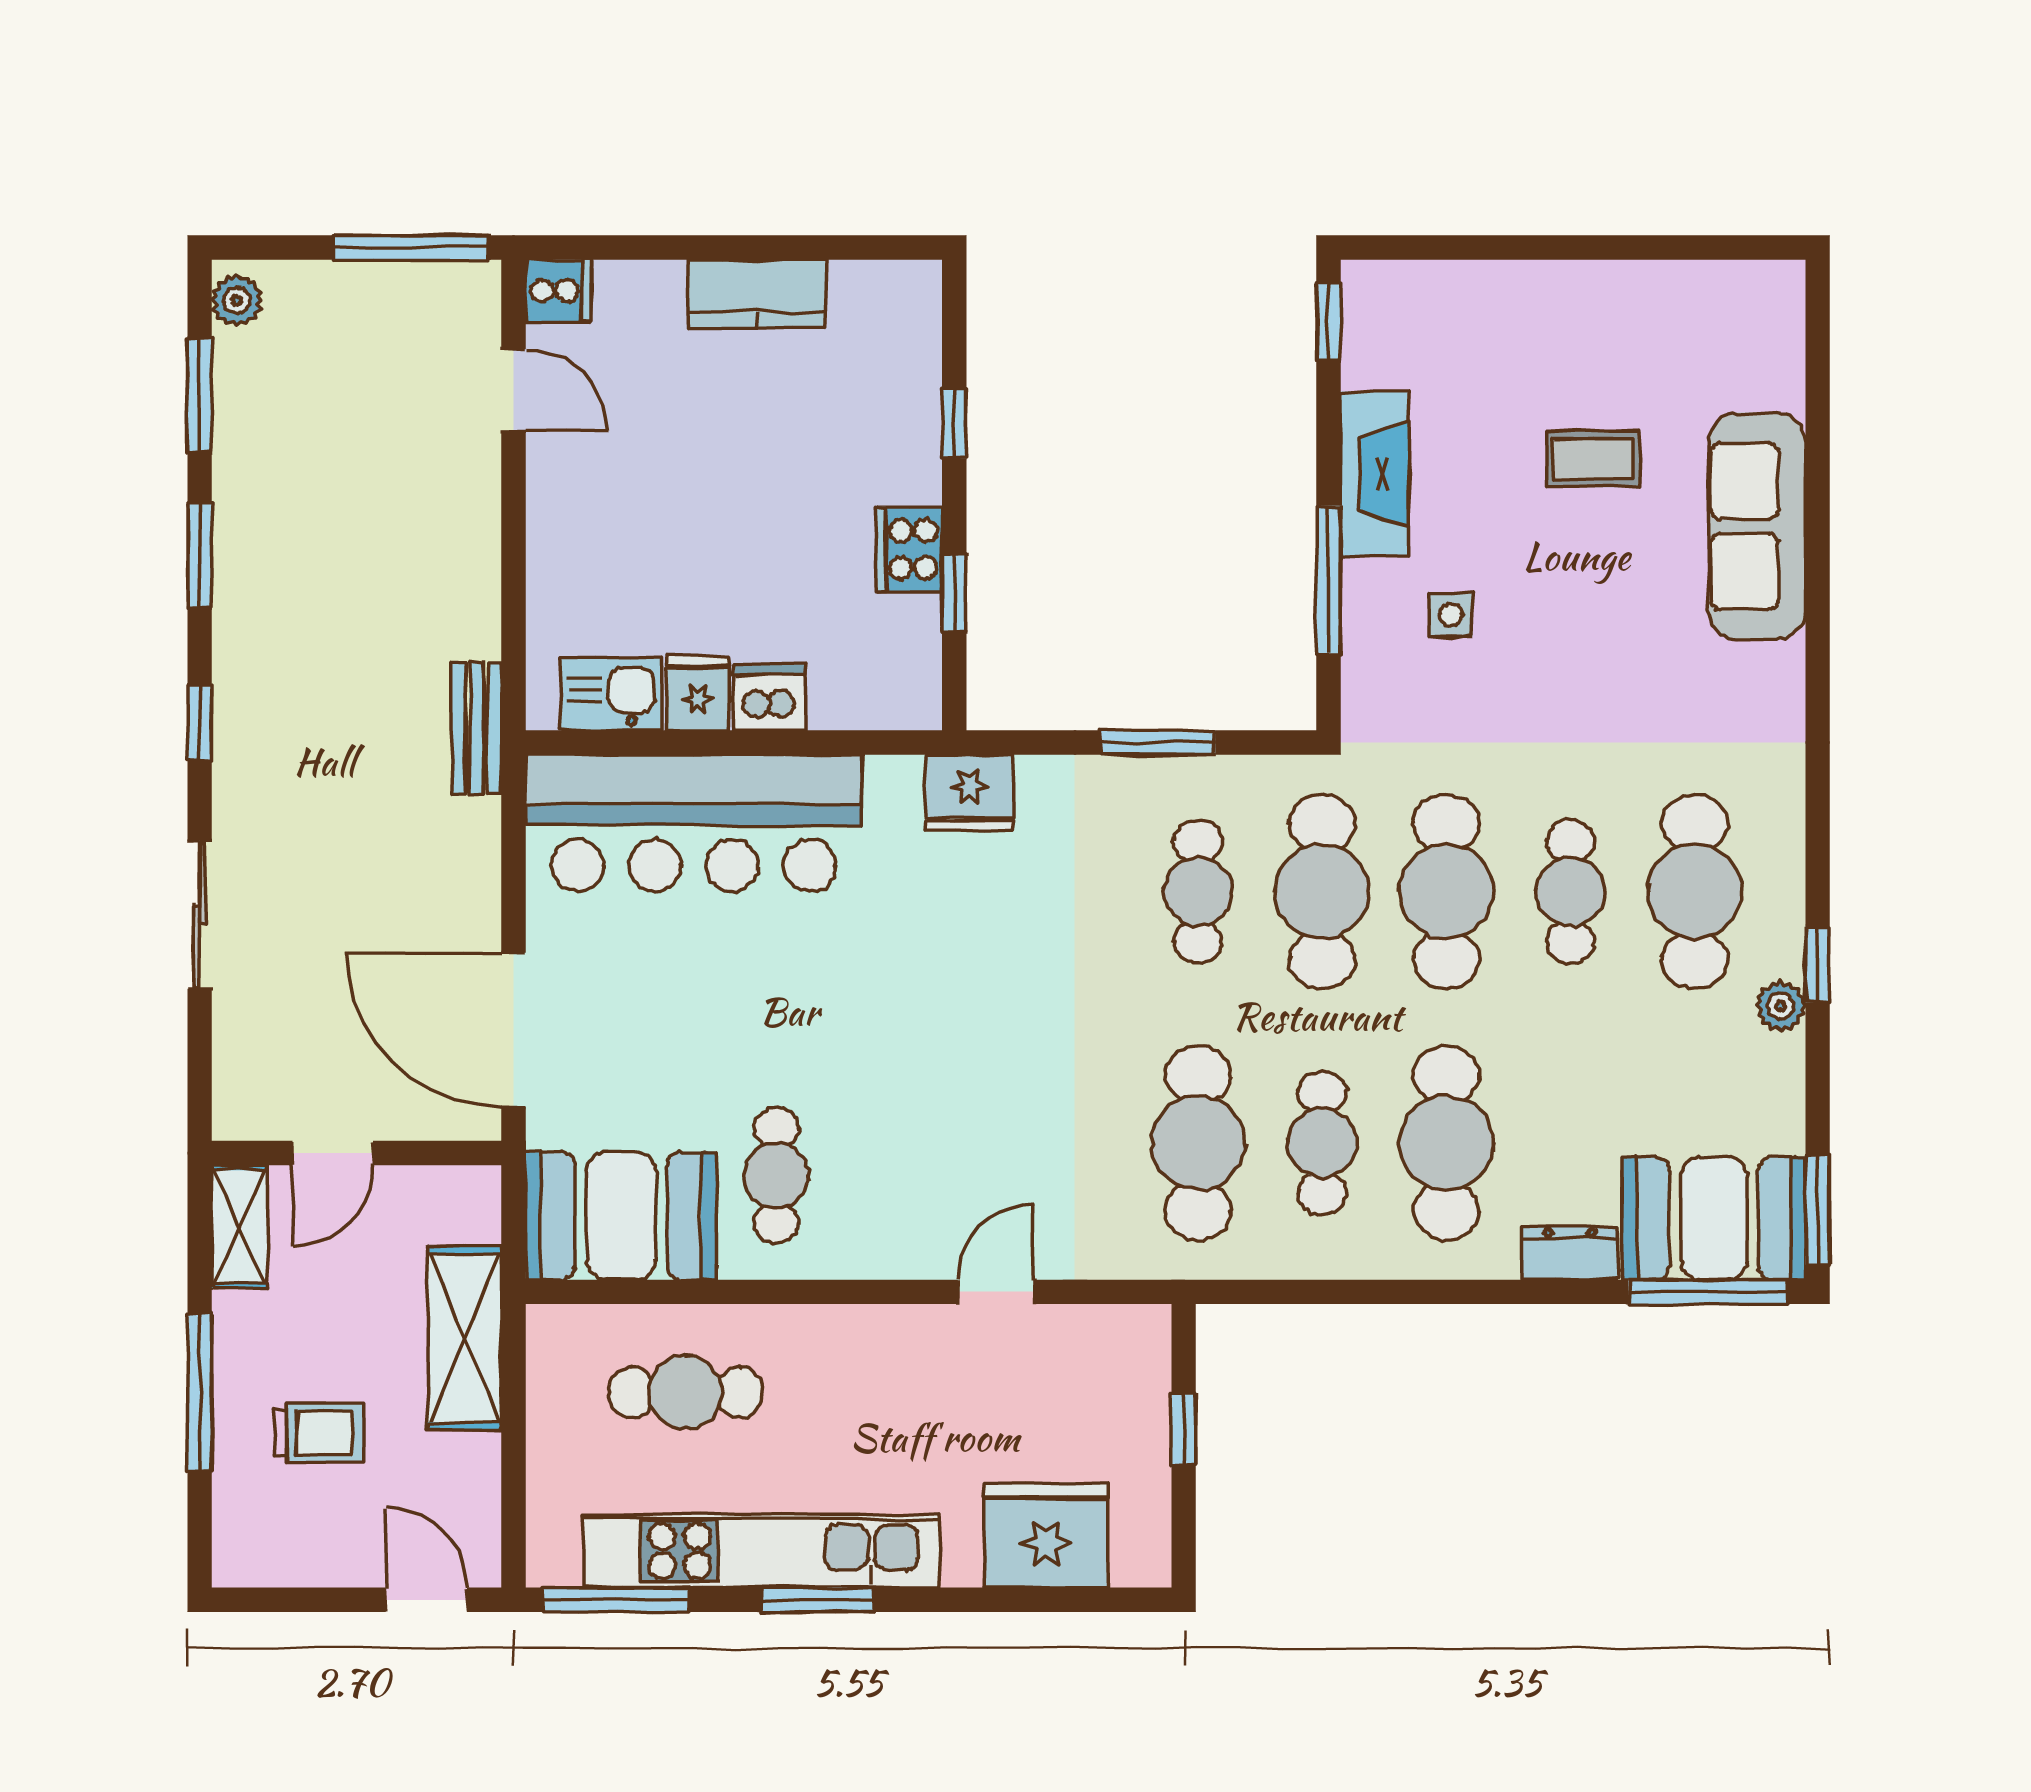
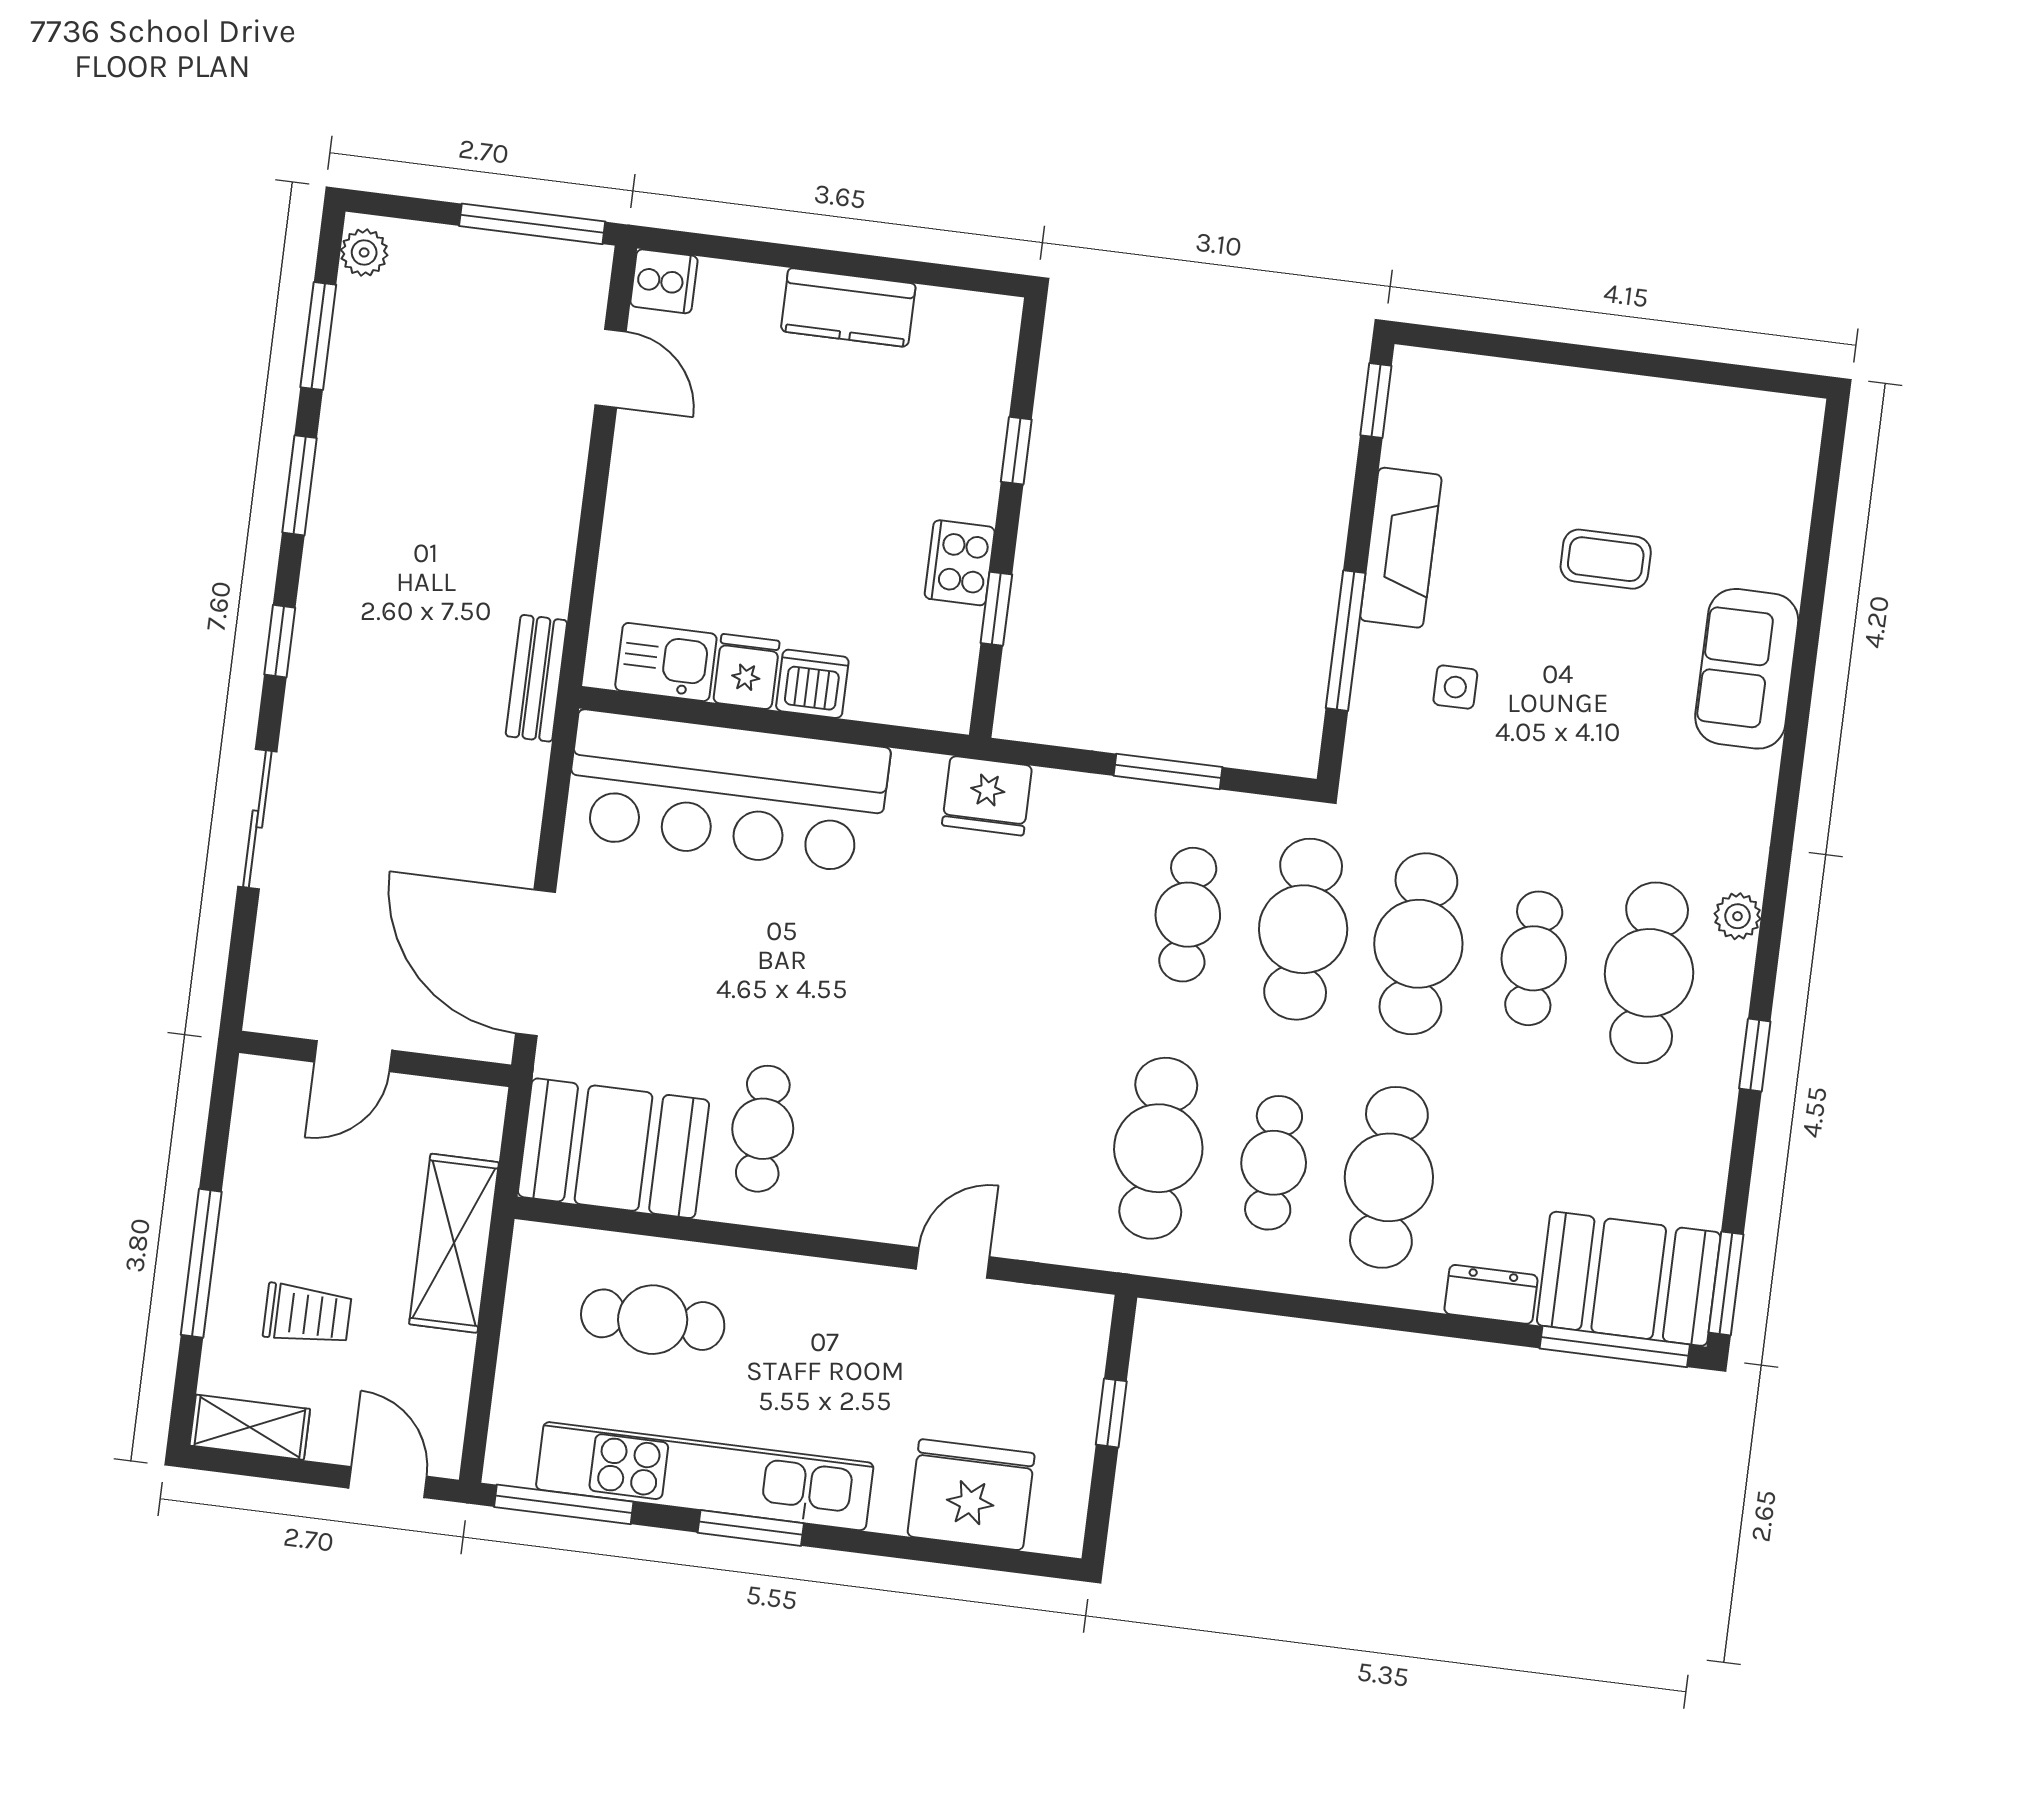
sofa: (1757, 526) -> (1747, 669), width x0.73
plant: (1781, 1006) -> (1738, 916), moved
shelving: (239, 1227) -> (250, 1427), moved, turned 90

